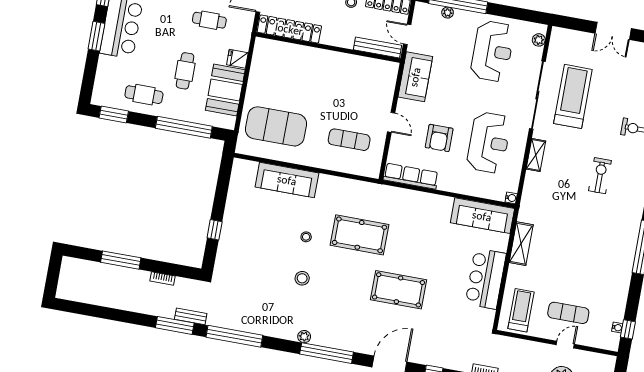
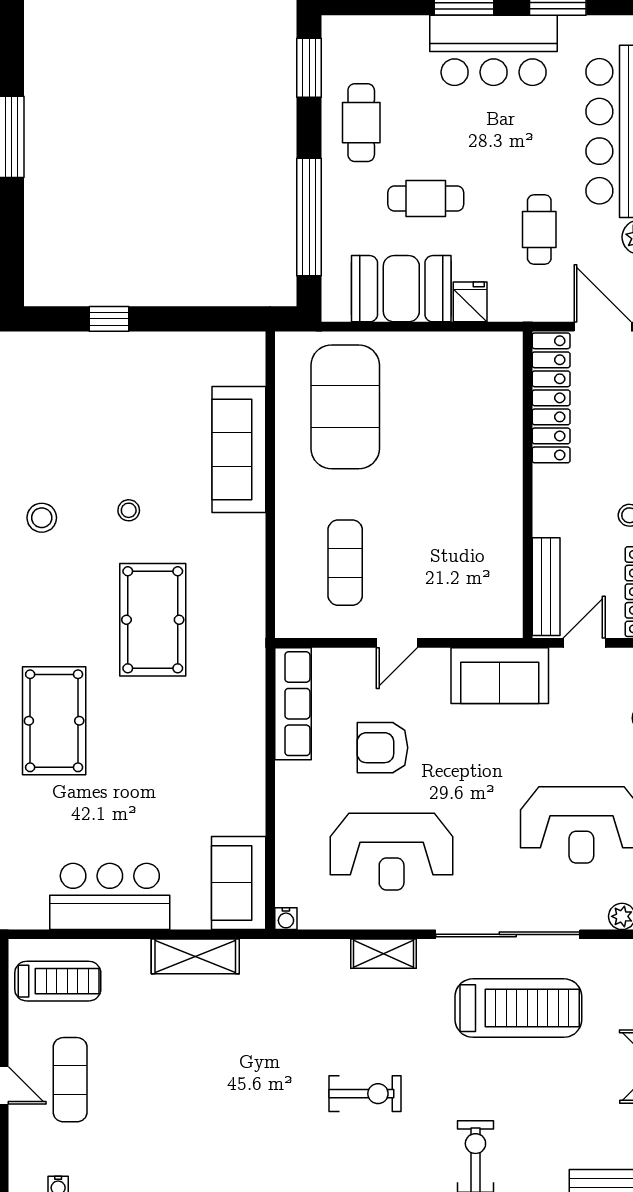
sofa: (482, 216) -> (239, 883), width x0.73

